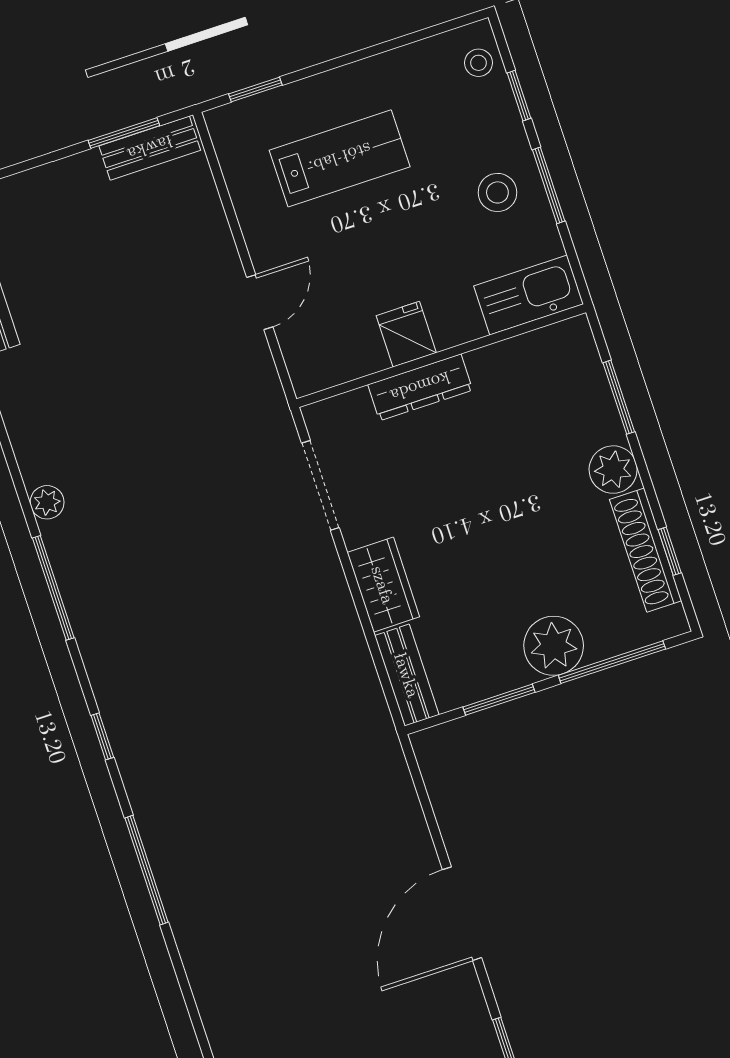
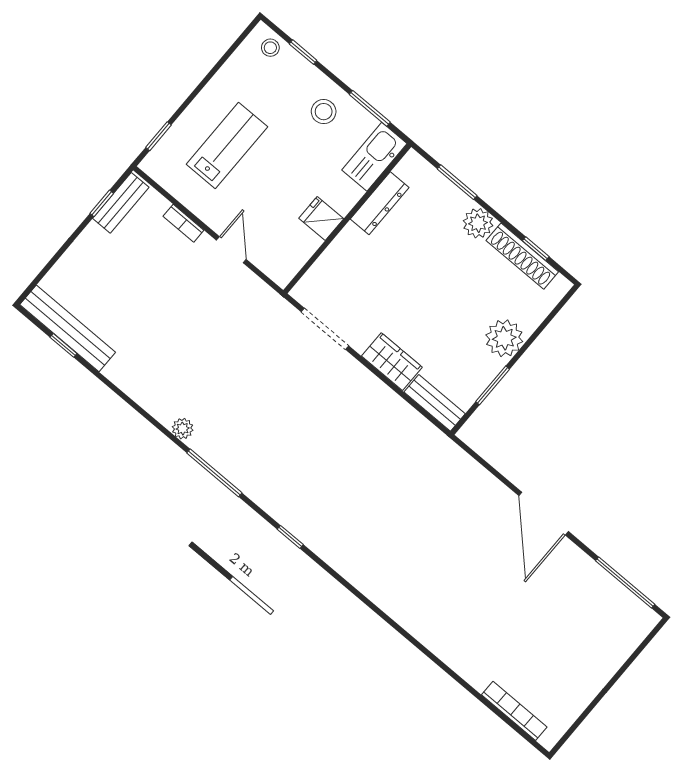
window: (124, 133) -> (102, 203), width x0.67
window: (549, 185) -> (370, 108), moved
bookcase: (217, 227) -> (183, 223), added
dresser: (420, 387) -> (380, 203), moved
window: (612, 662) -> (541, 328), removed
window: (147, 870) -> (358, 595), removed

